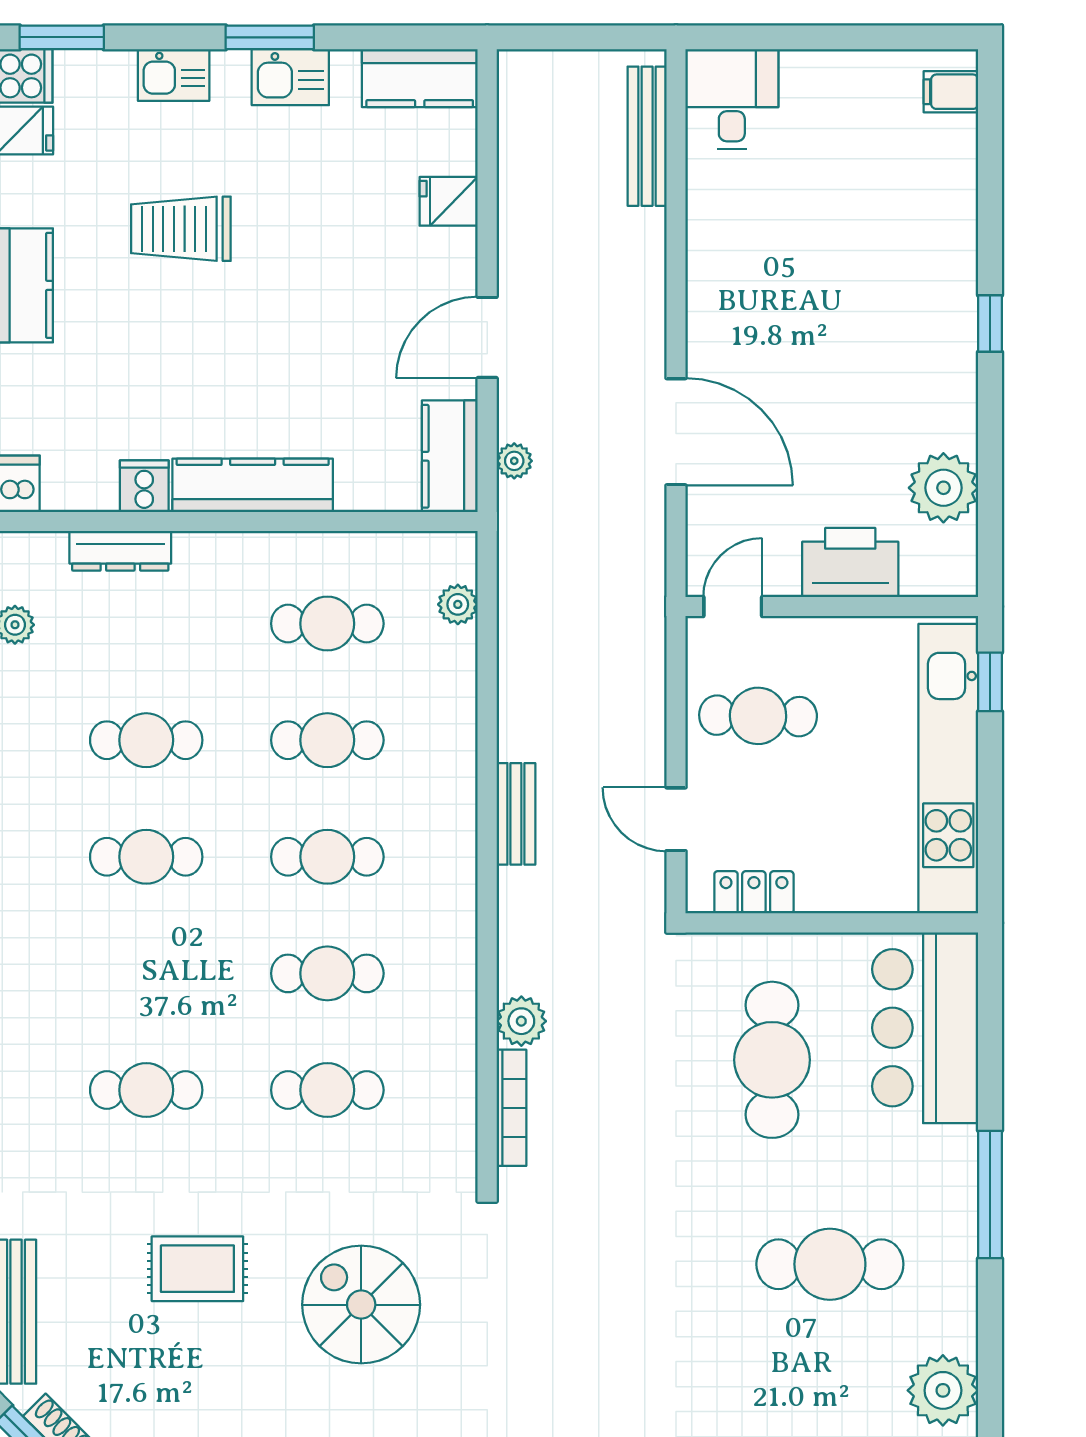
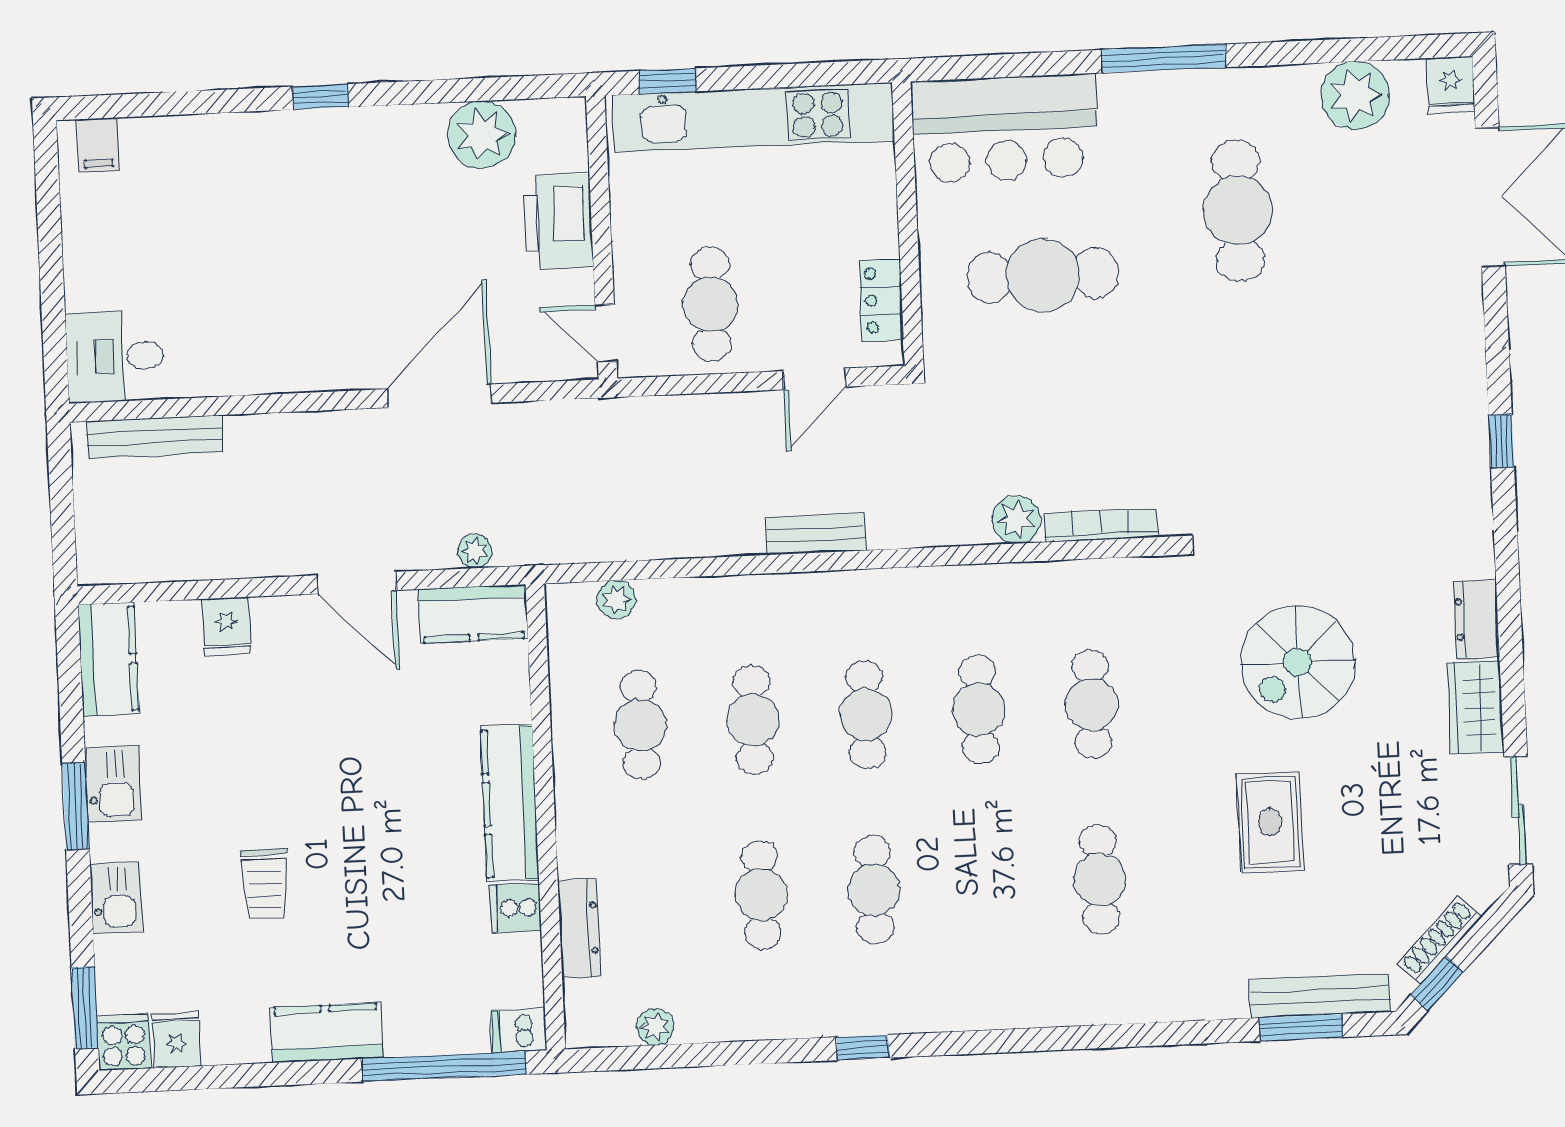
trolley: (181, 229) -> (265, 884), width x0.73, depth x0.72

